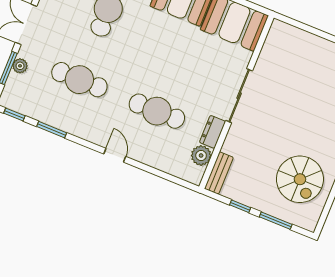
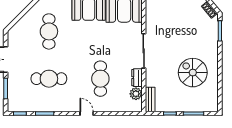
plant: (20, 66) -> (12, 85), removed
cafe table: (157, 111) -> (100, 79), turned 90
spiral stairs: (300, 179) -> (193, 73), moved, turned 180

